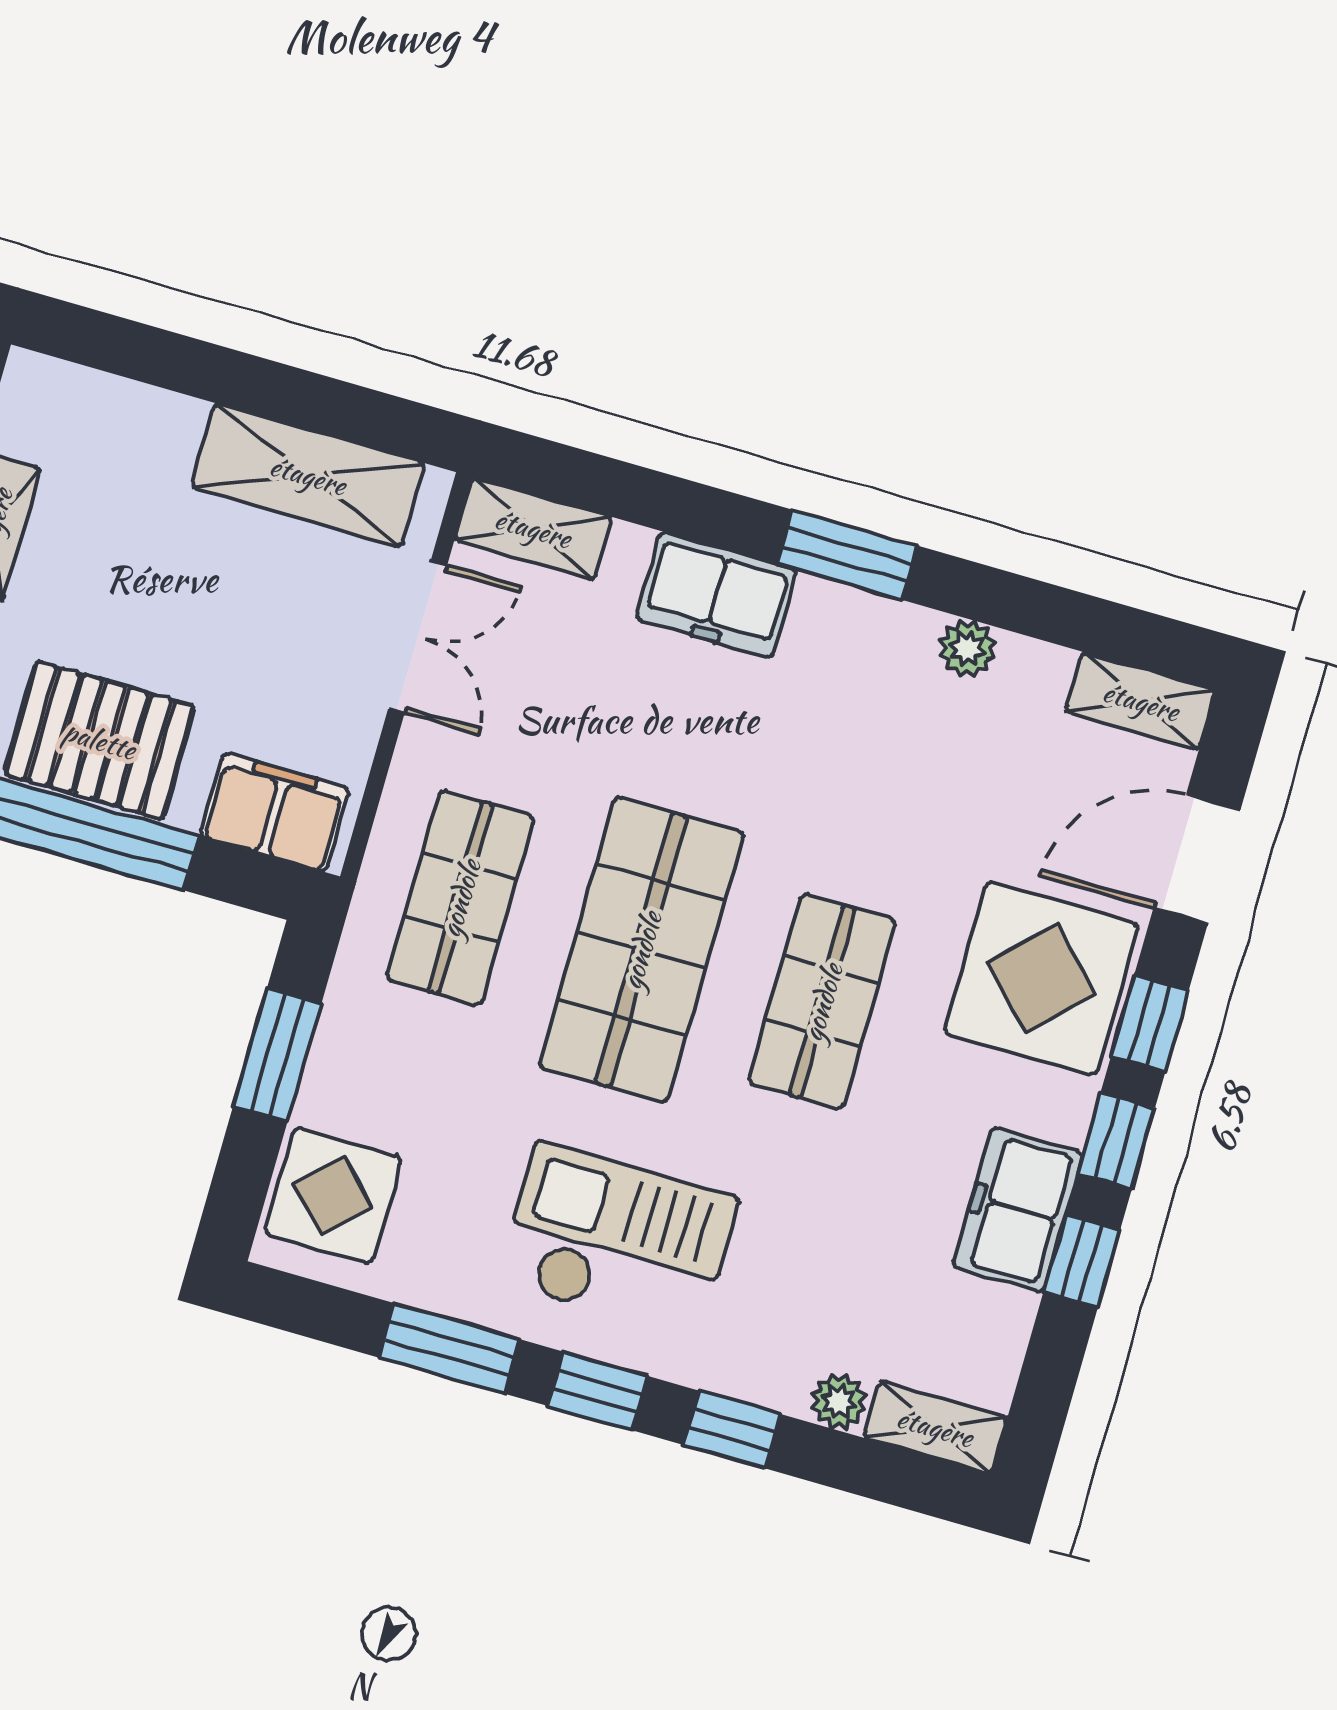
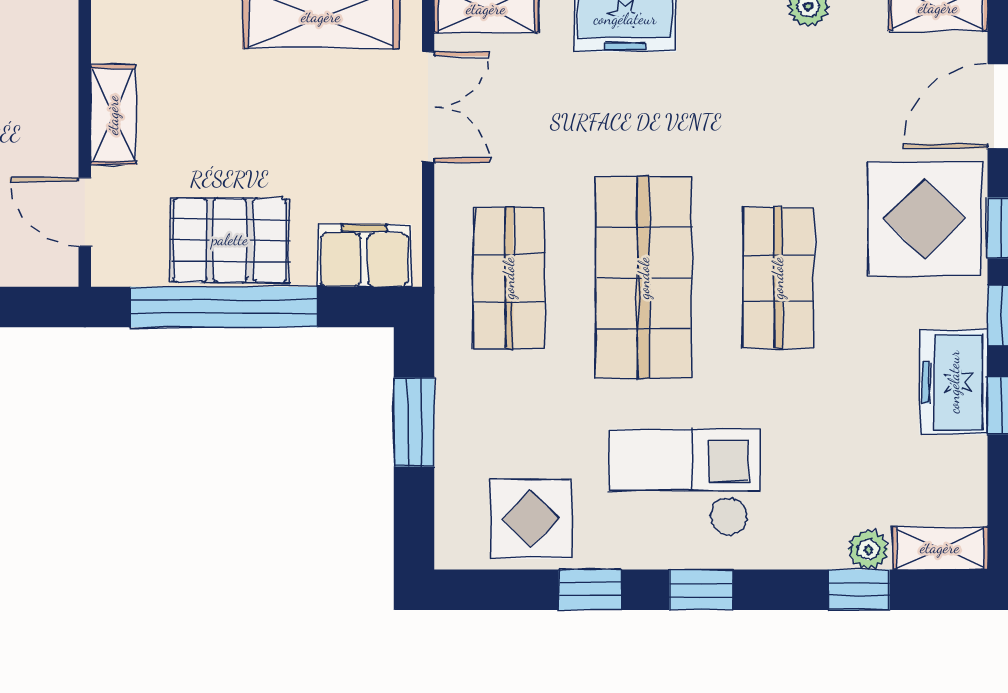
display table: (333, 1196) -> (531, 519), moved
window: (449, 1348) -> (590, 590), width x0.67
window: (732, 1429) -> (859, 590), moved

